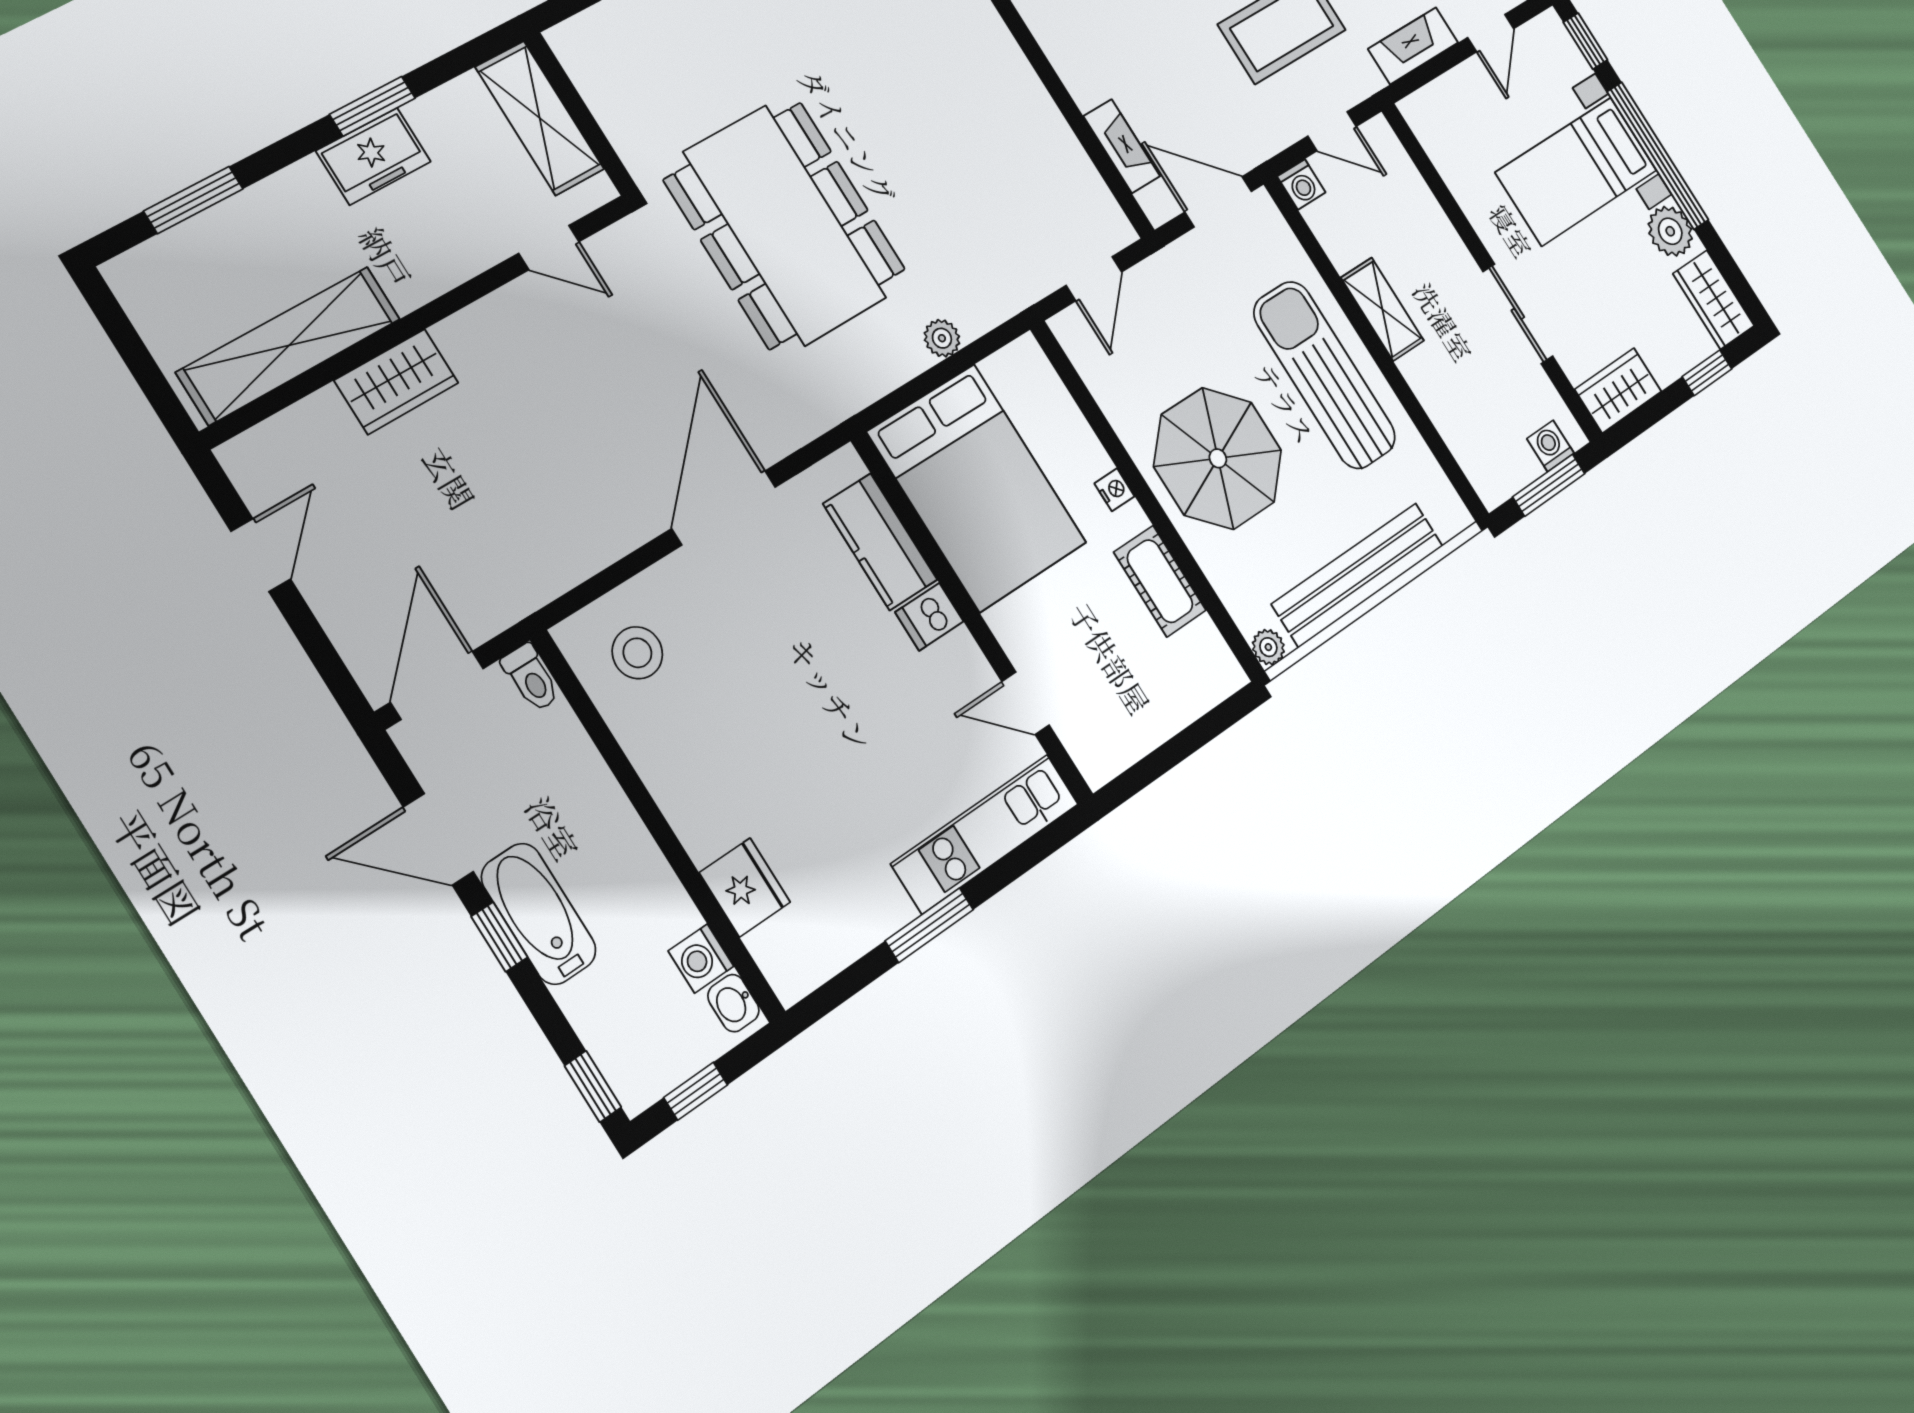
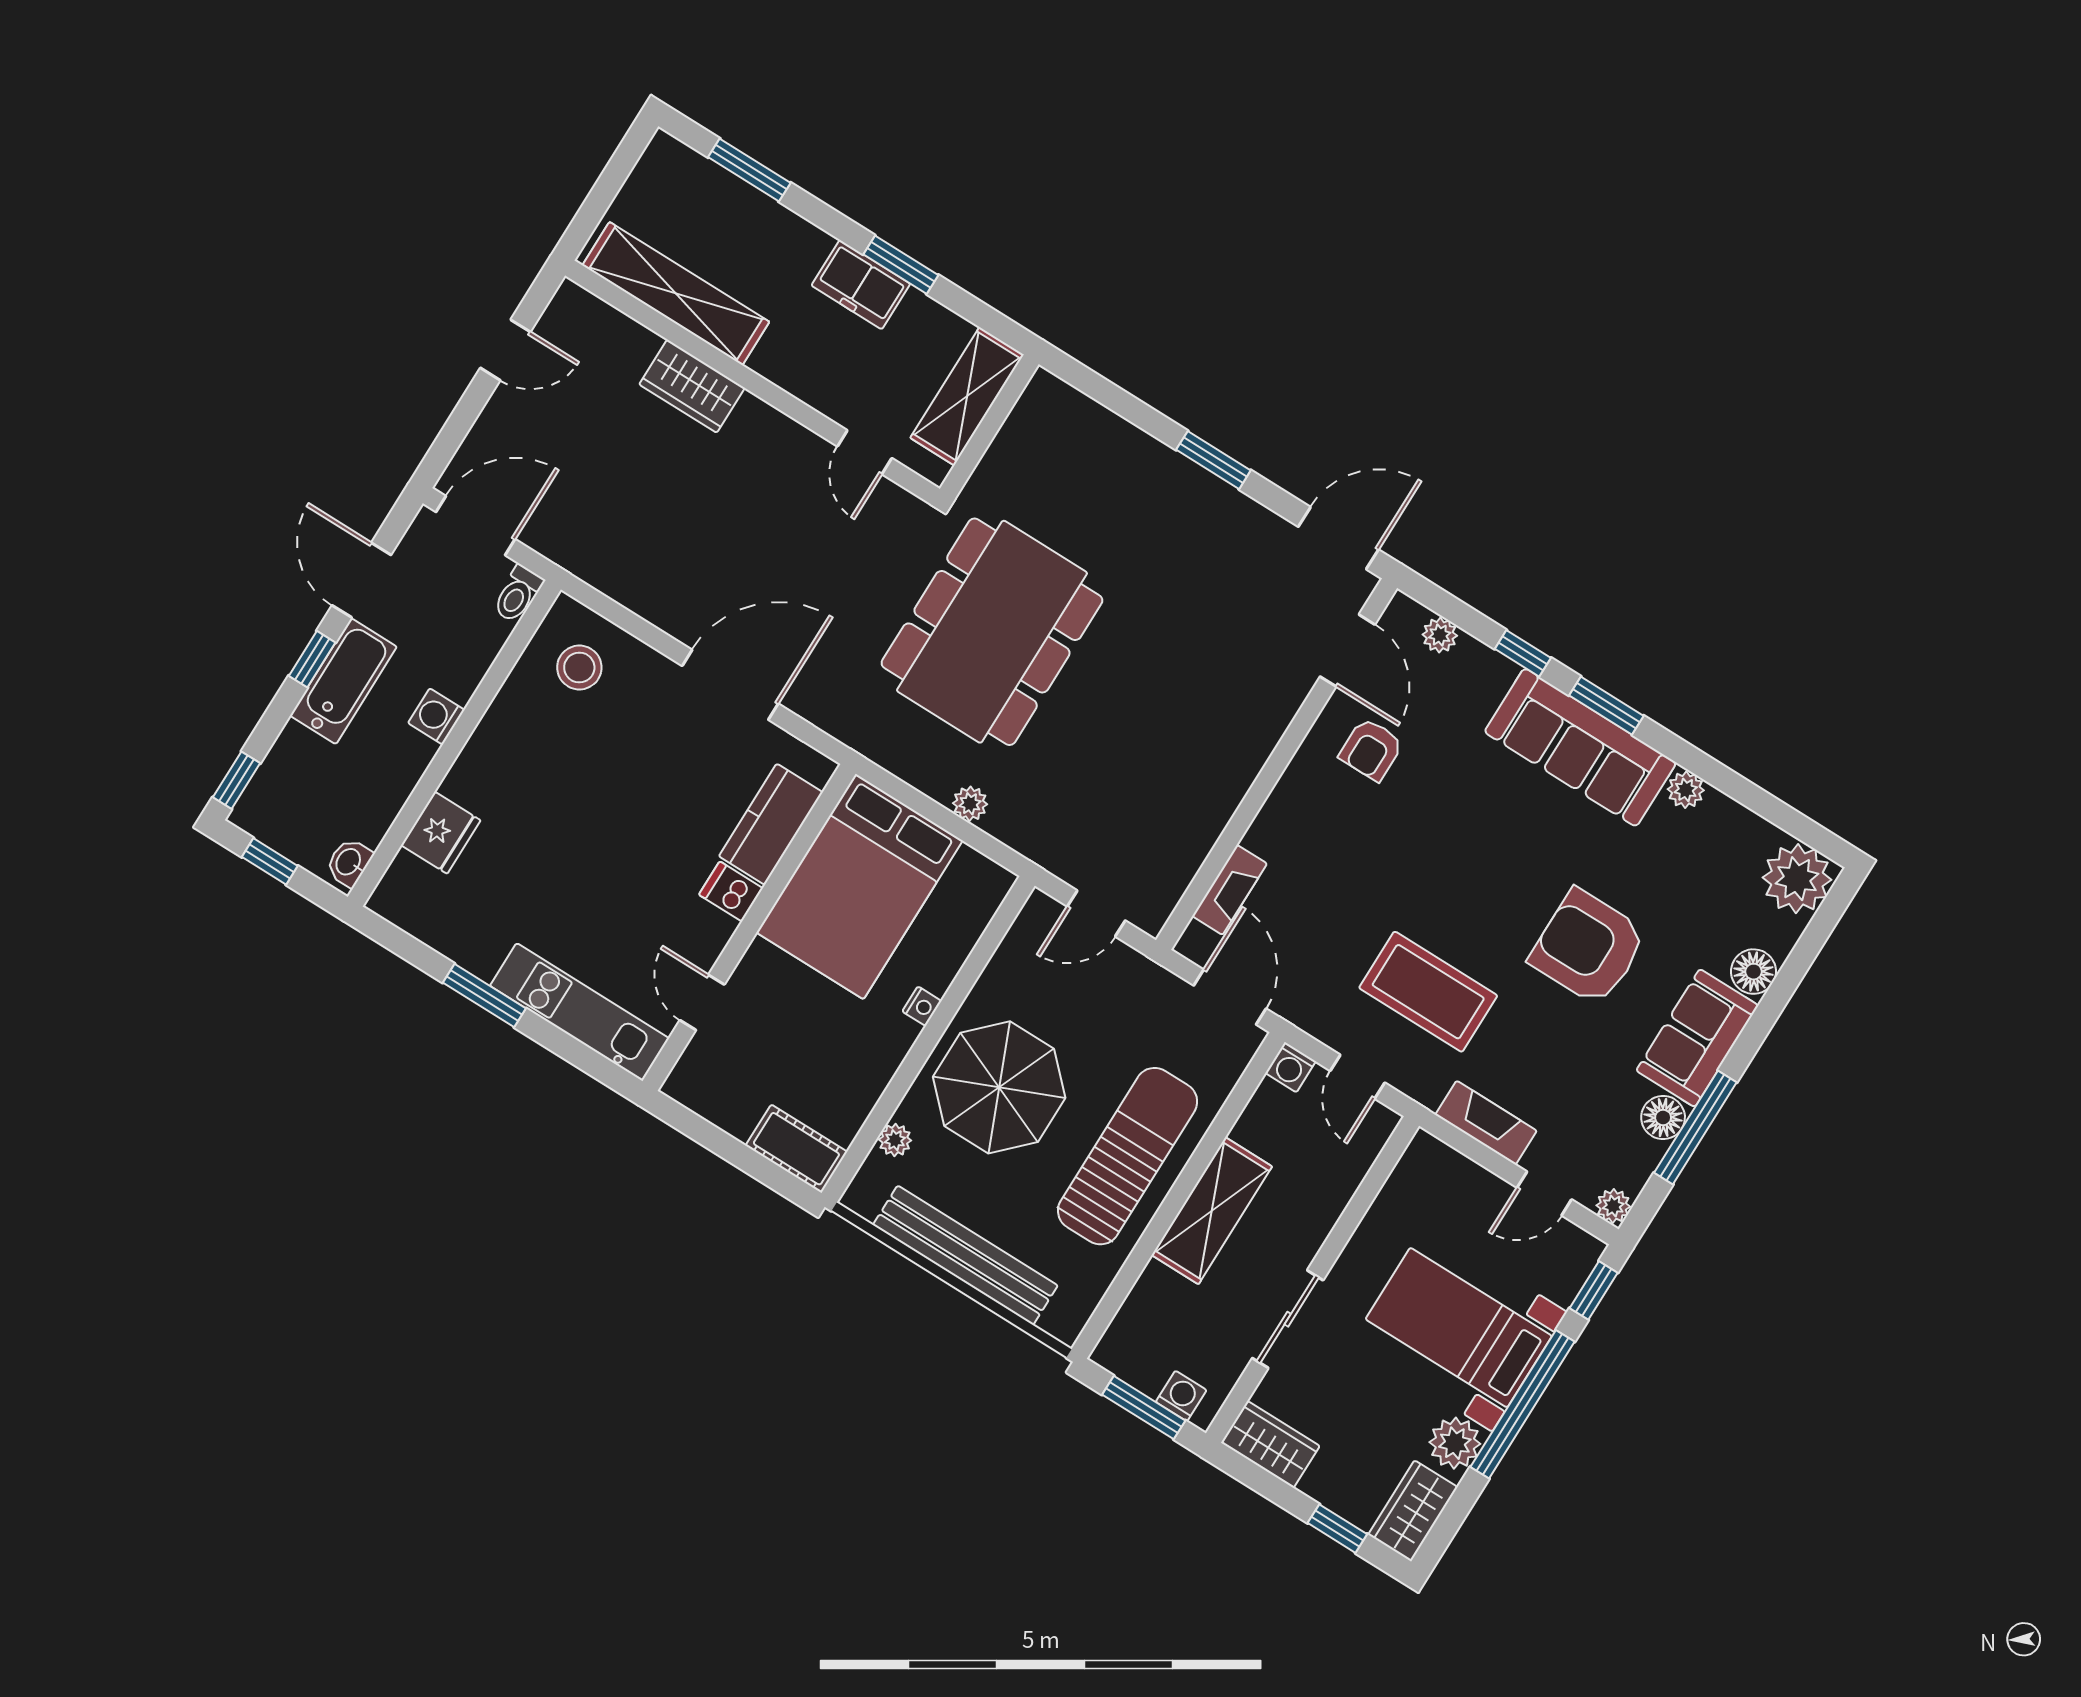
shelving: (1382, 309) -> (1212, 1211), width x1.50, depth x1.33
cot: (1160, 581) -> (796, 1149), moved, turned 90
plant: (1268, 647) -> (895, 1140), moved
washing machine: (701, 959) -> (436, 716), moved

